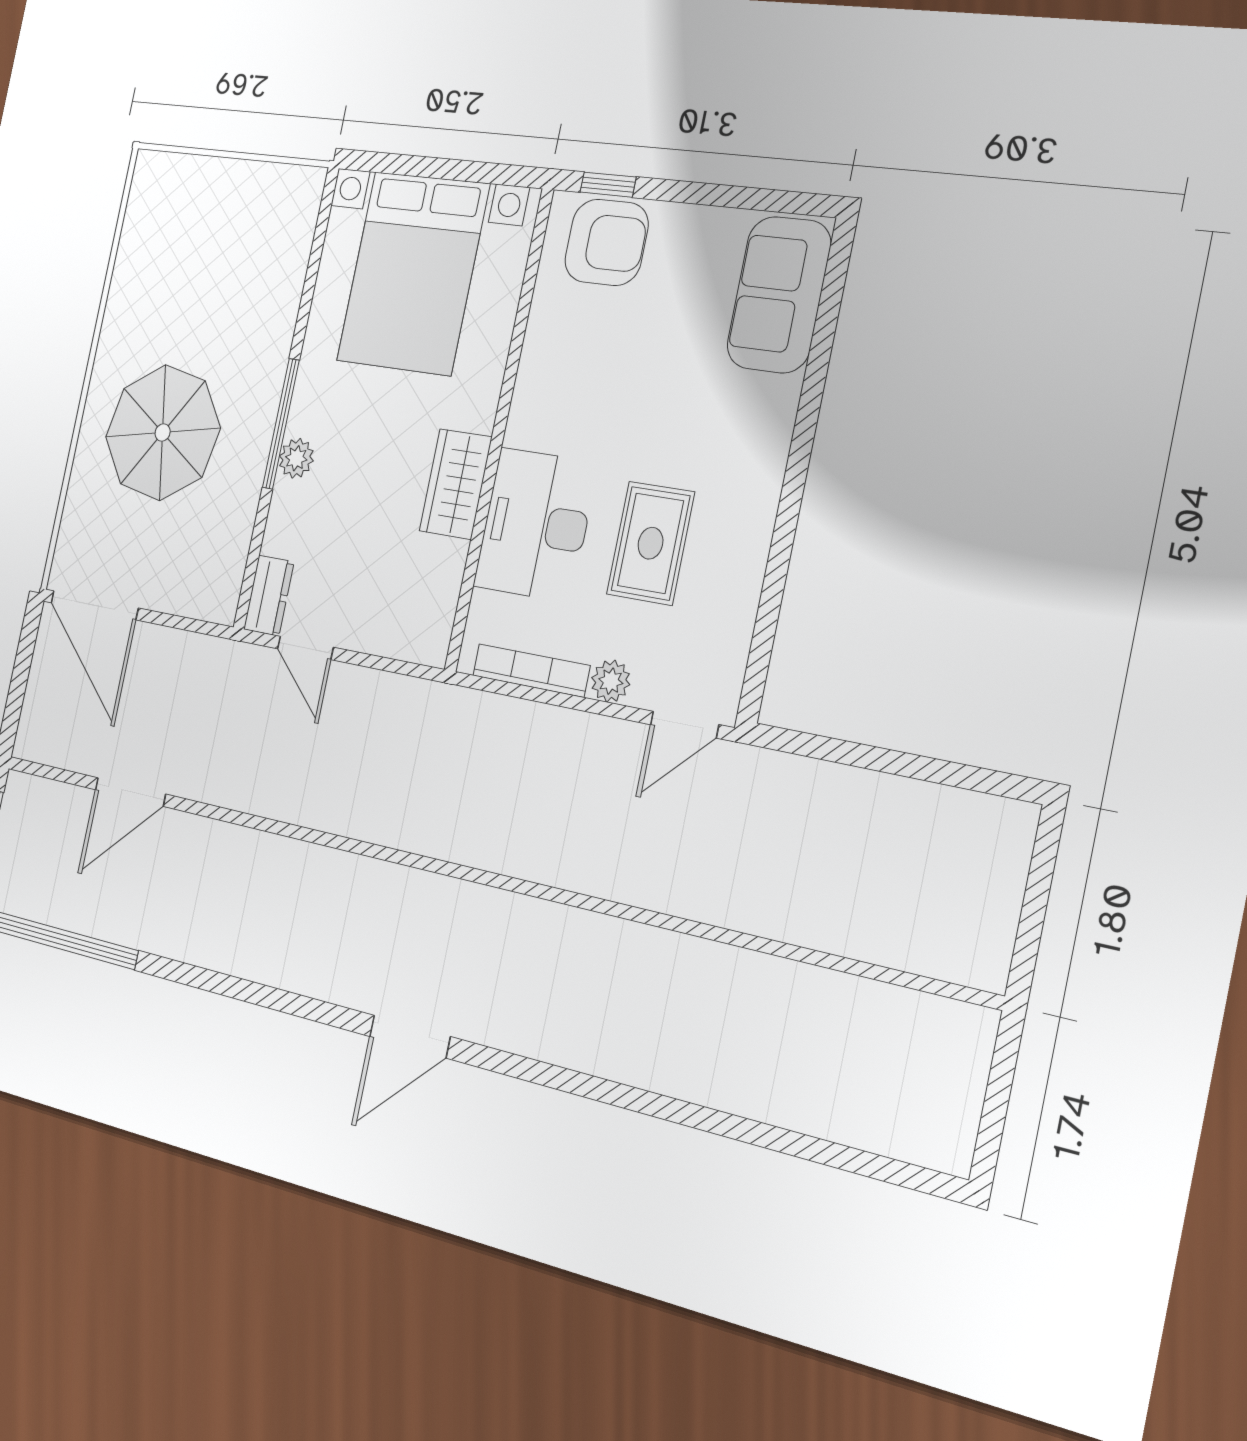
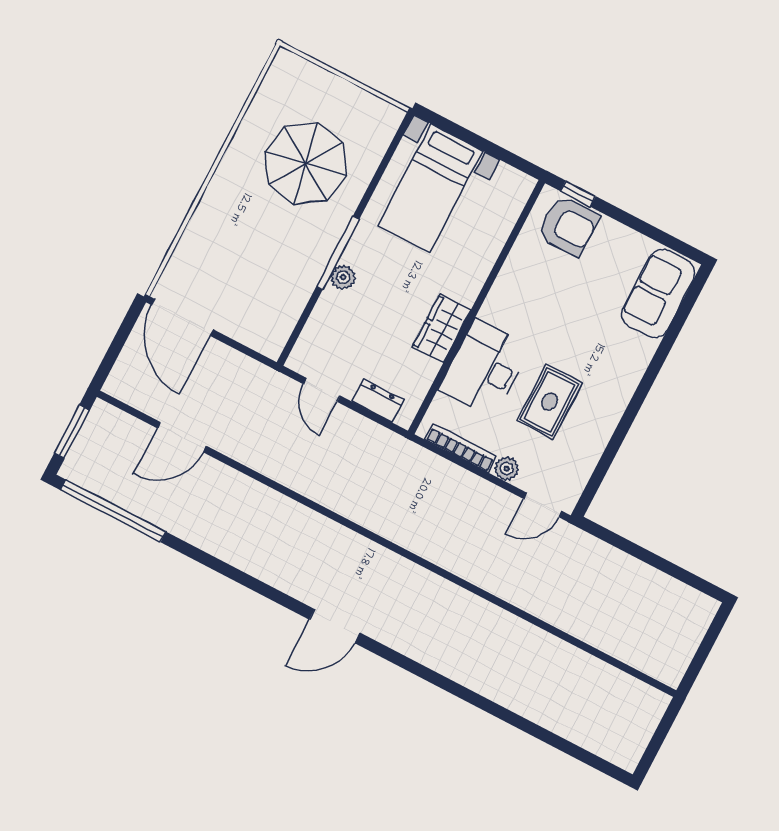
bed with nightstands: (413, 273) -> (430, 188), width x0.73
parasol: (163, 432) -> (306, 164), moved
dresser: (269, 596) -> (378, 401), moved, turned -90

